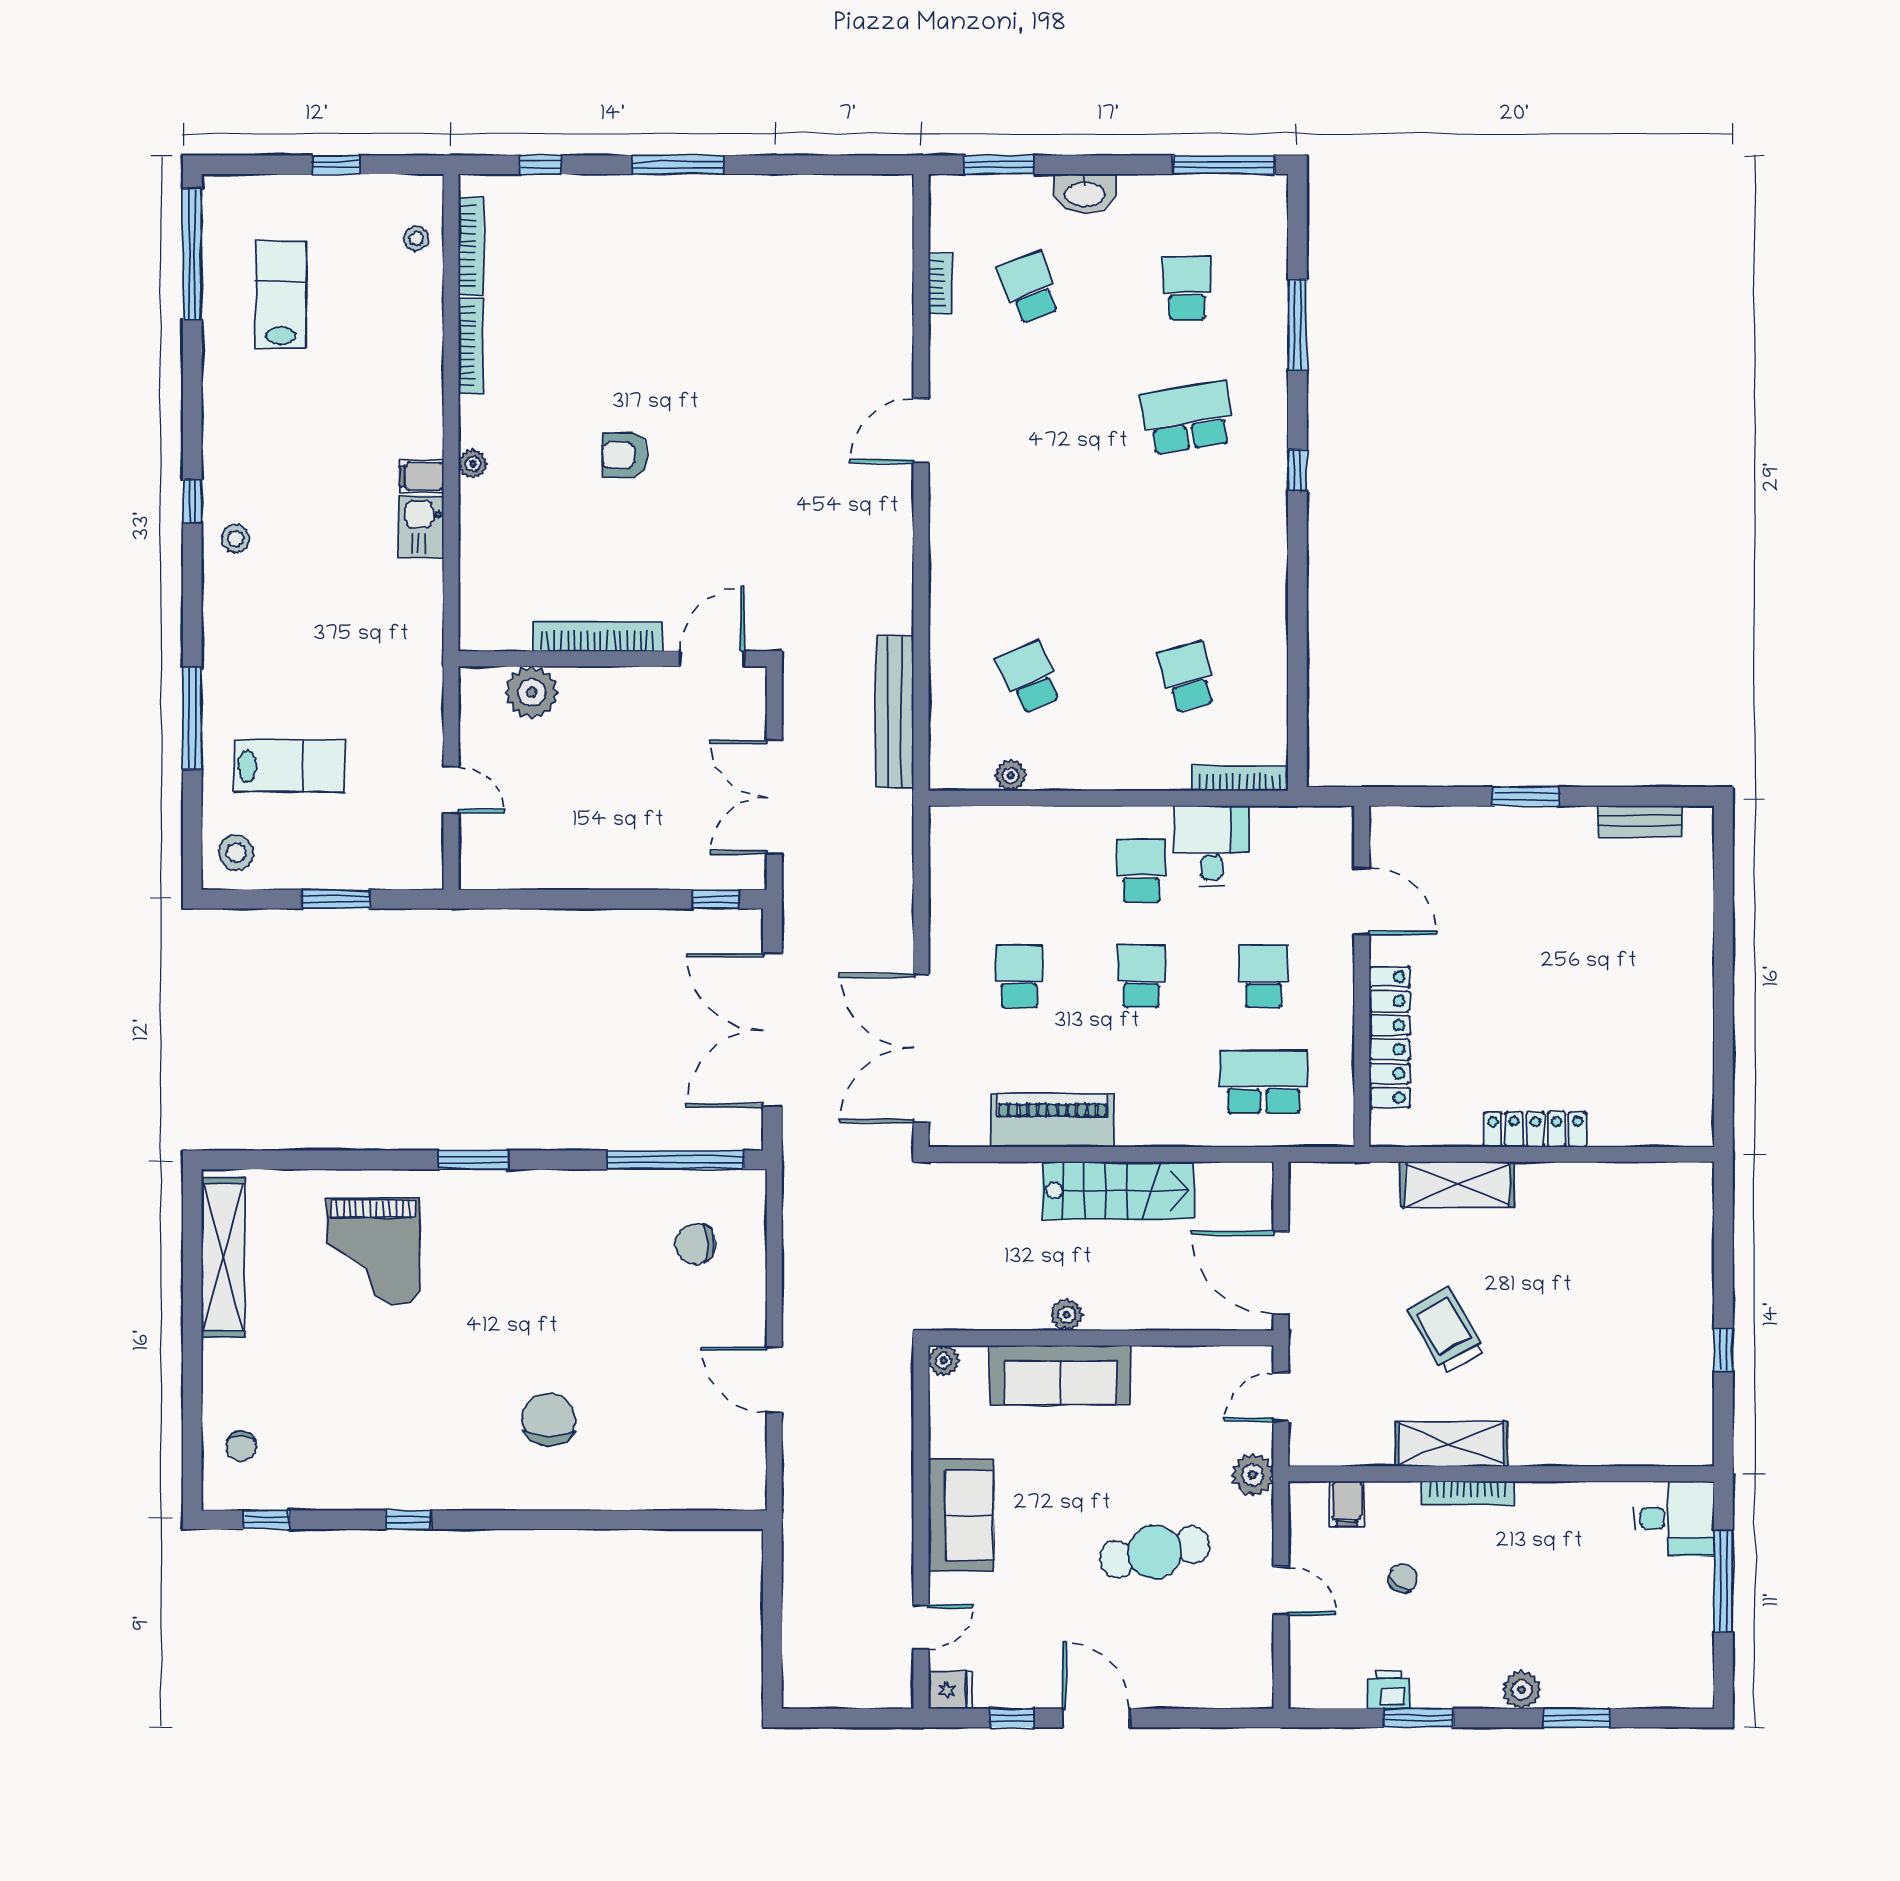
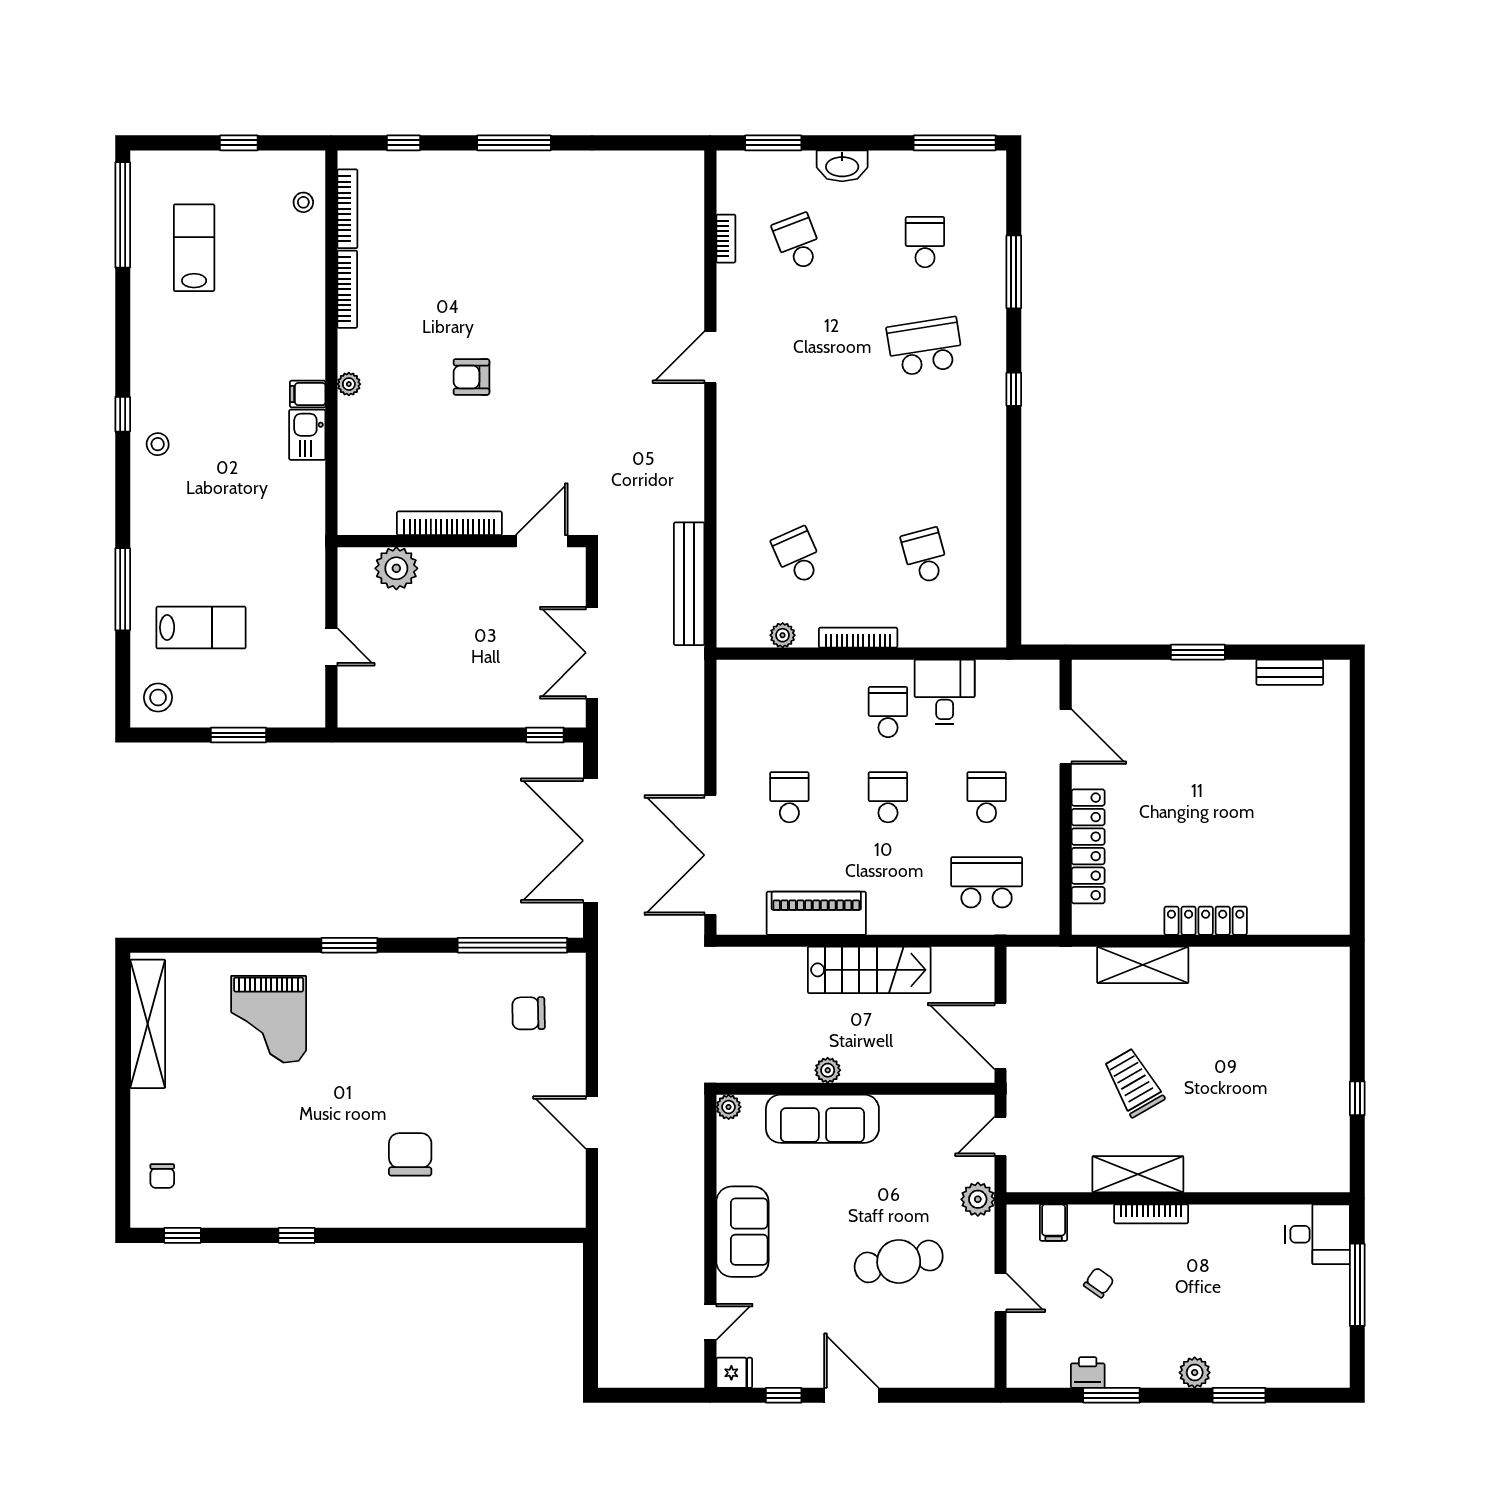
bookcase: (1240, 778) -> (858, 638), moved

